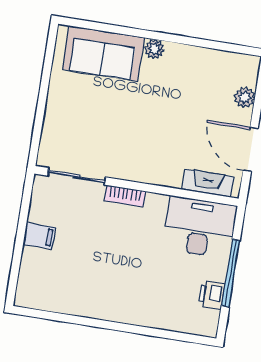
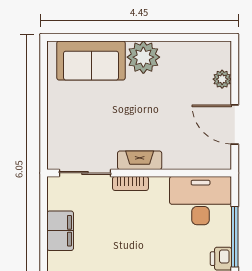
plant: (154, 49) -> (143, 57), width x1.87, depth x1.87
fireplace: (208, 183) -> (140, 160), moved
filing cabinet: (39, 236) -> (60, 231), width x2.00

